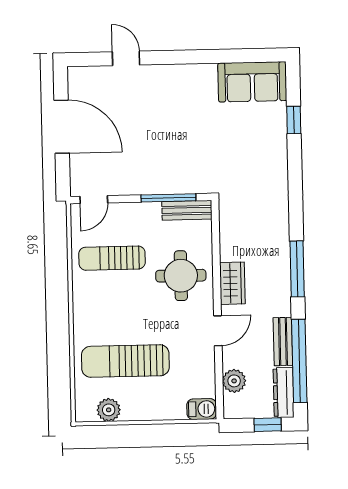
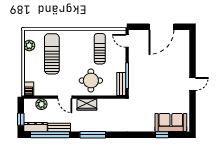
door: (126, 58) -> (192, 84), moved
sofa: (252, 82) -> (171, 122), moved, turned 90

